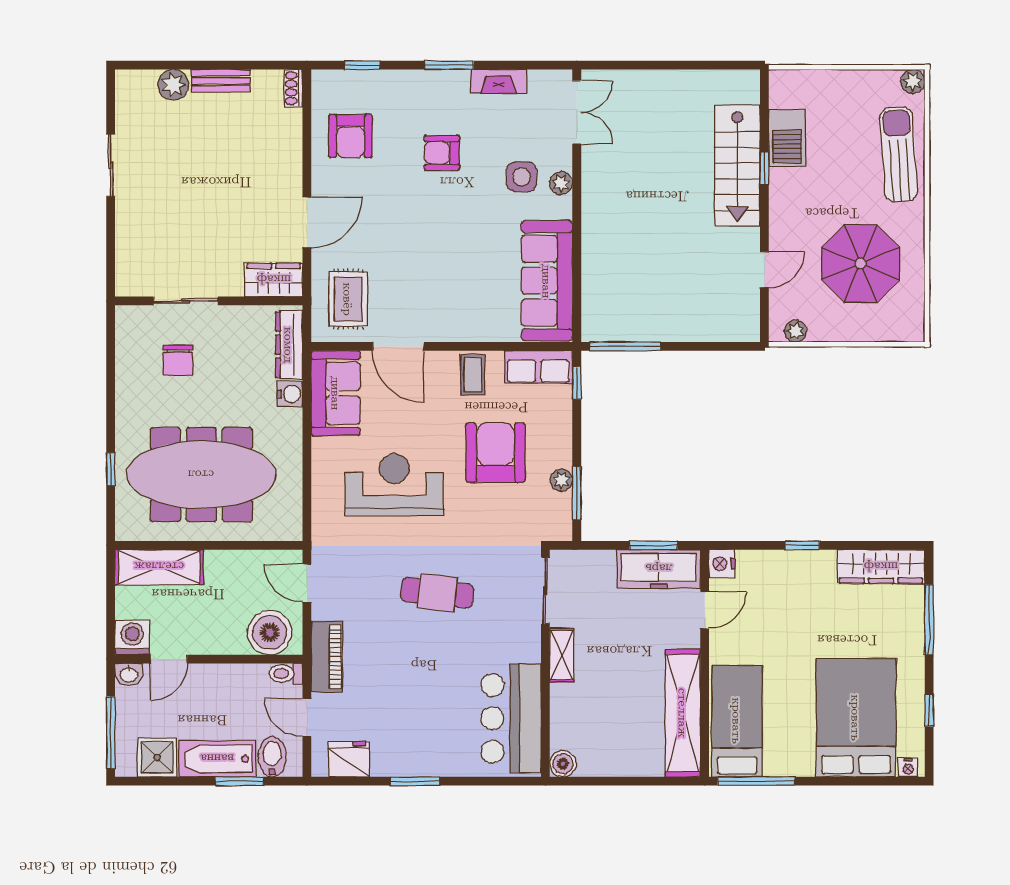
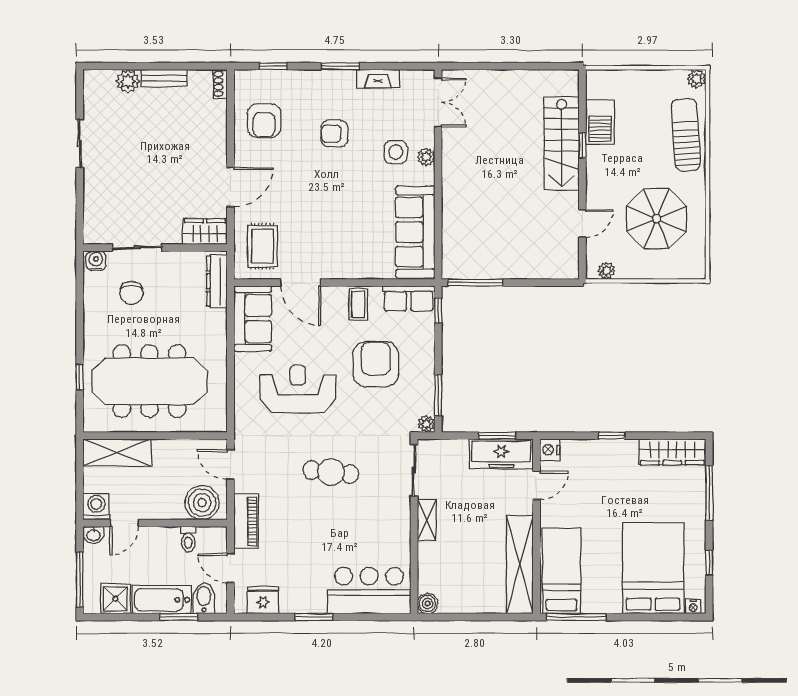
water cooler: (290, 394) -> (96, 261), moved, turned -90
plant: (561, 480) -> (426, 424), moved
toilet: (286, 674) -> (188, 539), moved, turned -90
bar counter: (511, 718) -> (369, 591), moved, turned 90

